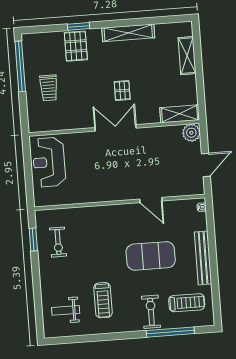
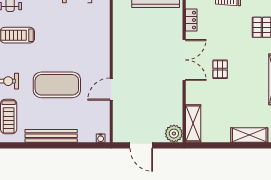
pallet: (122, 91) -> (220, 69), turned 90
locker: (74, 124) -> (191, 20), added
exercise mat: (151, 256) -> (57, 85), turned 90

